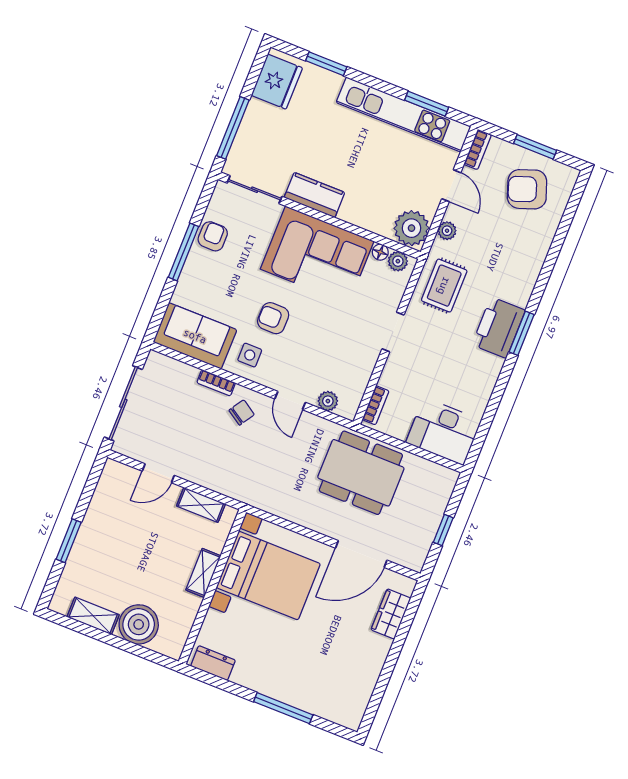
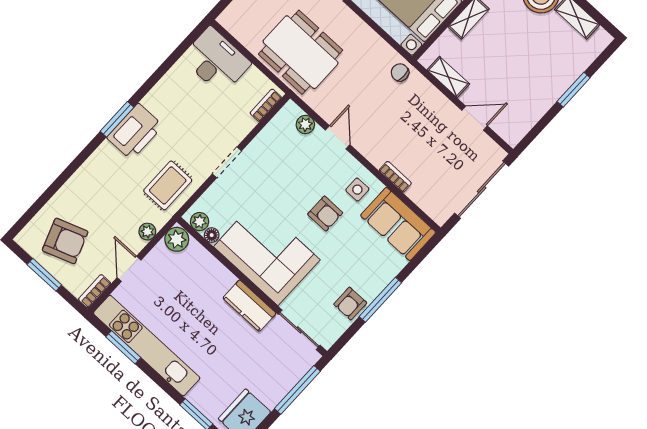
plant: (412, 228) -> (177, 239), width x0.73, depth x0.73
chair: (242, 412) -> (400, 72), moved, turned 57

